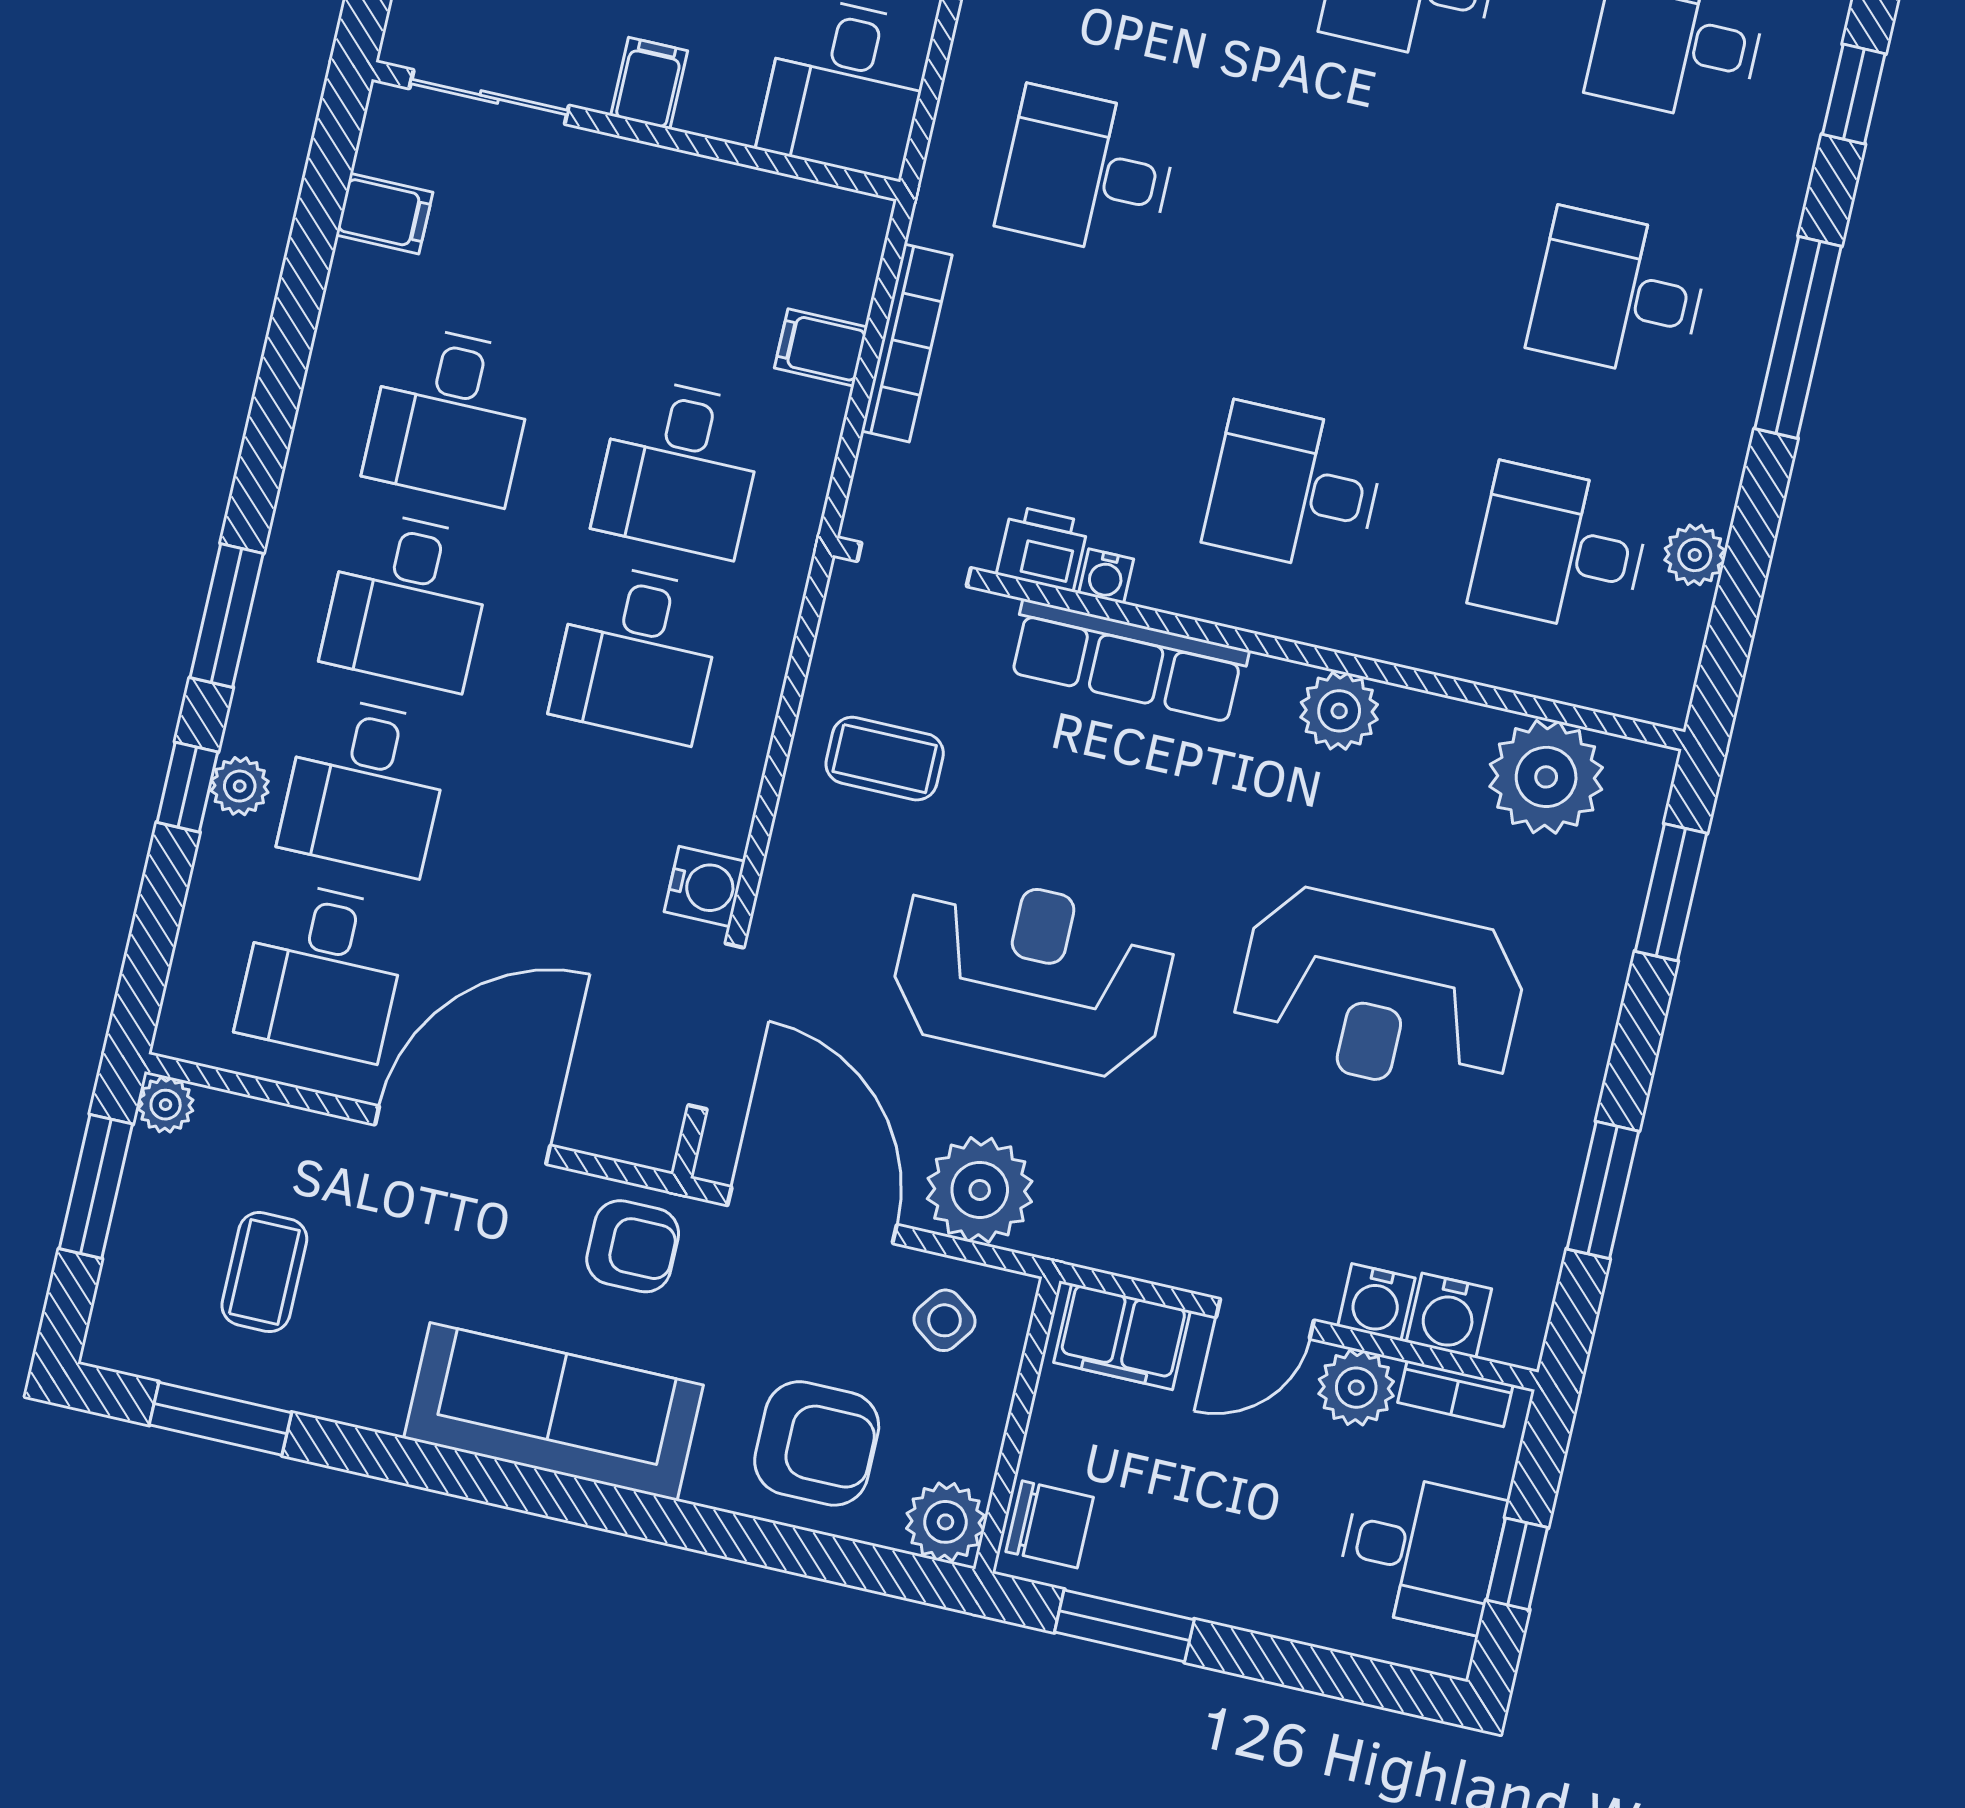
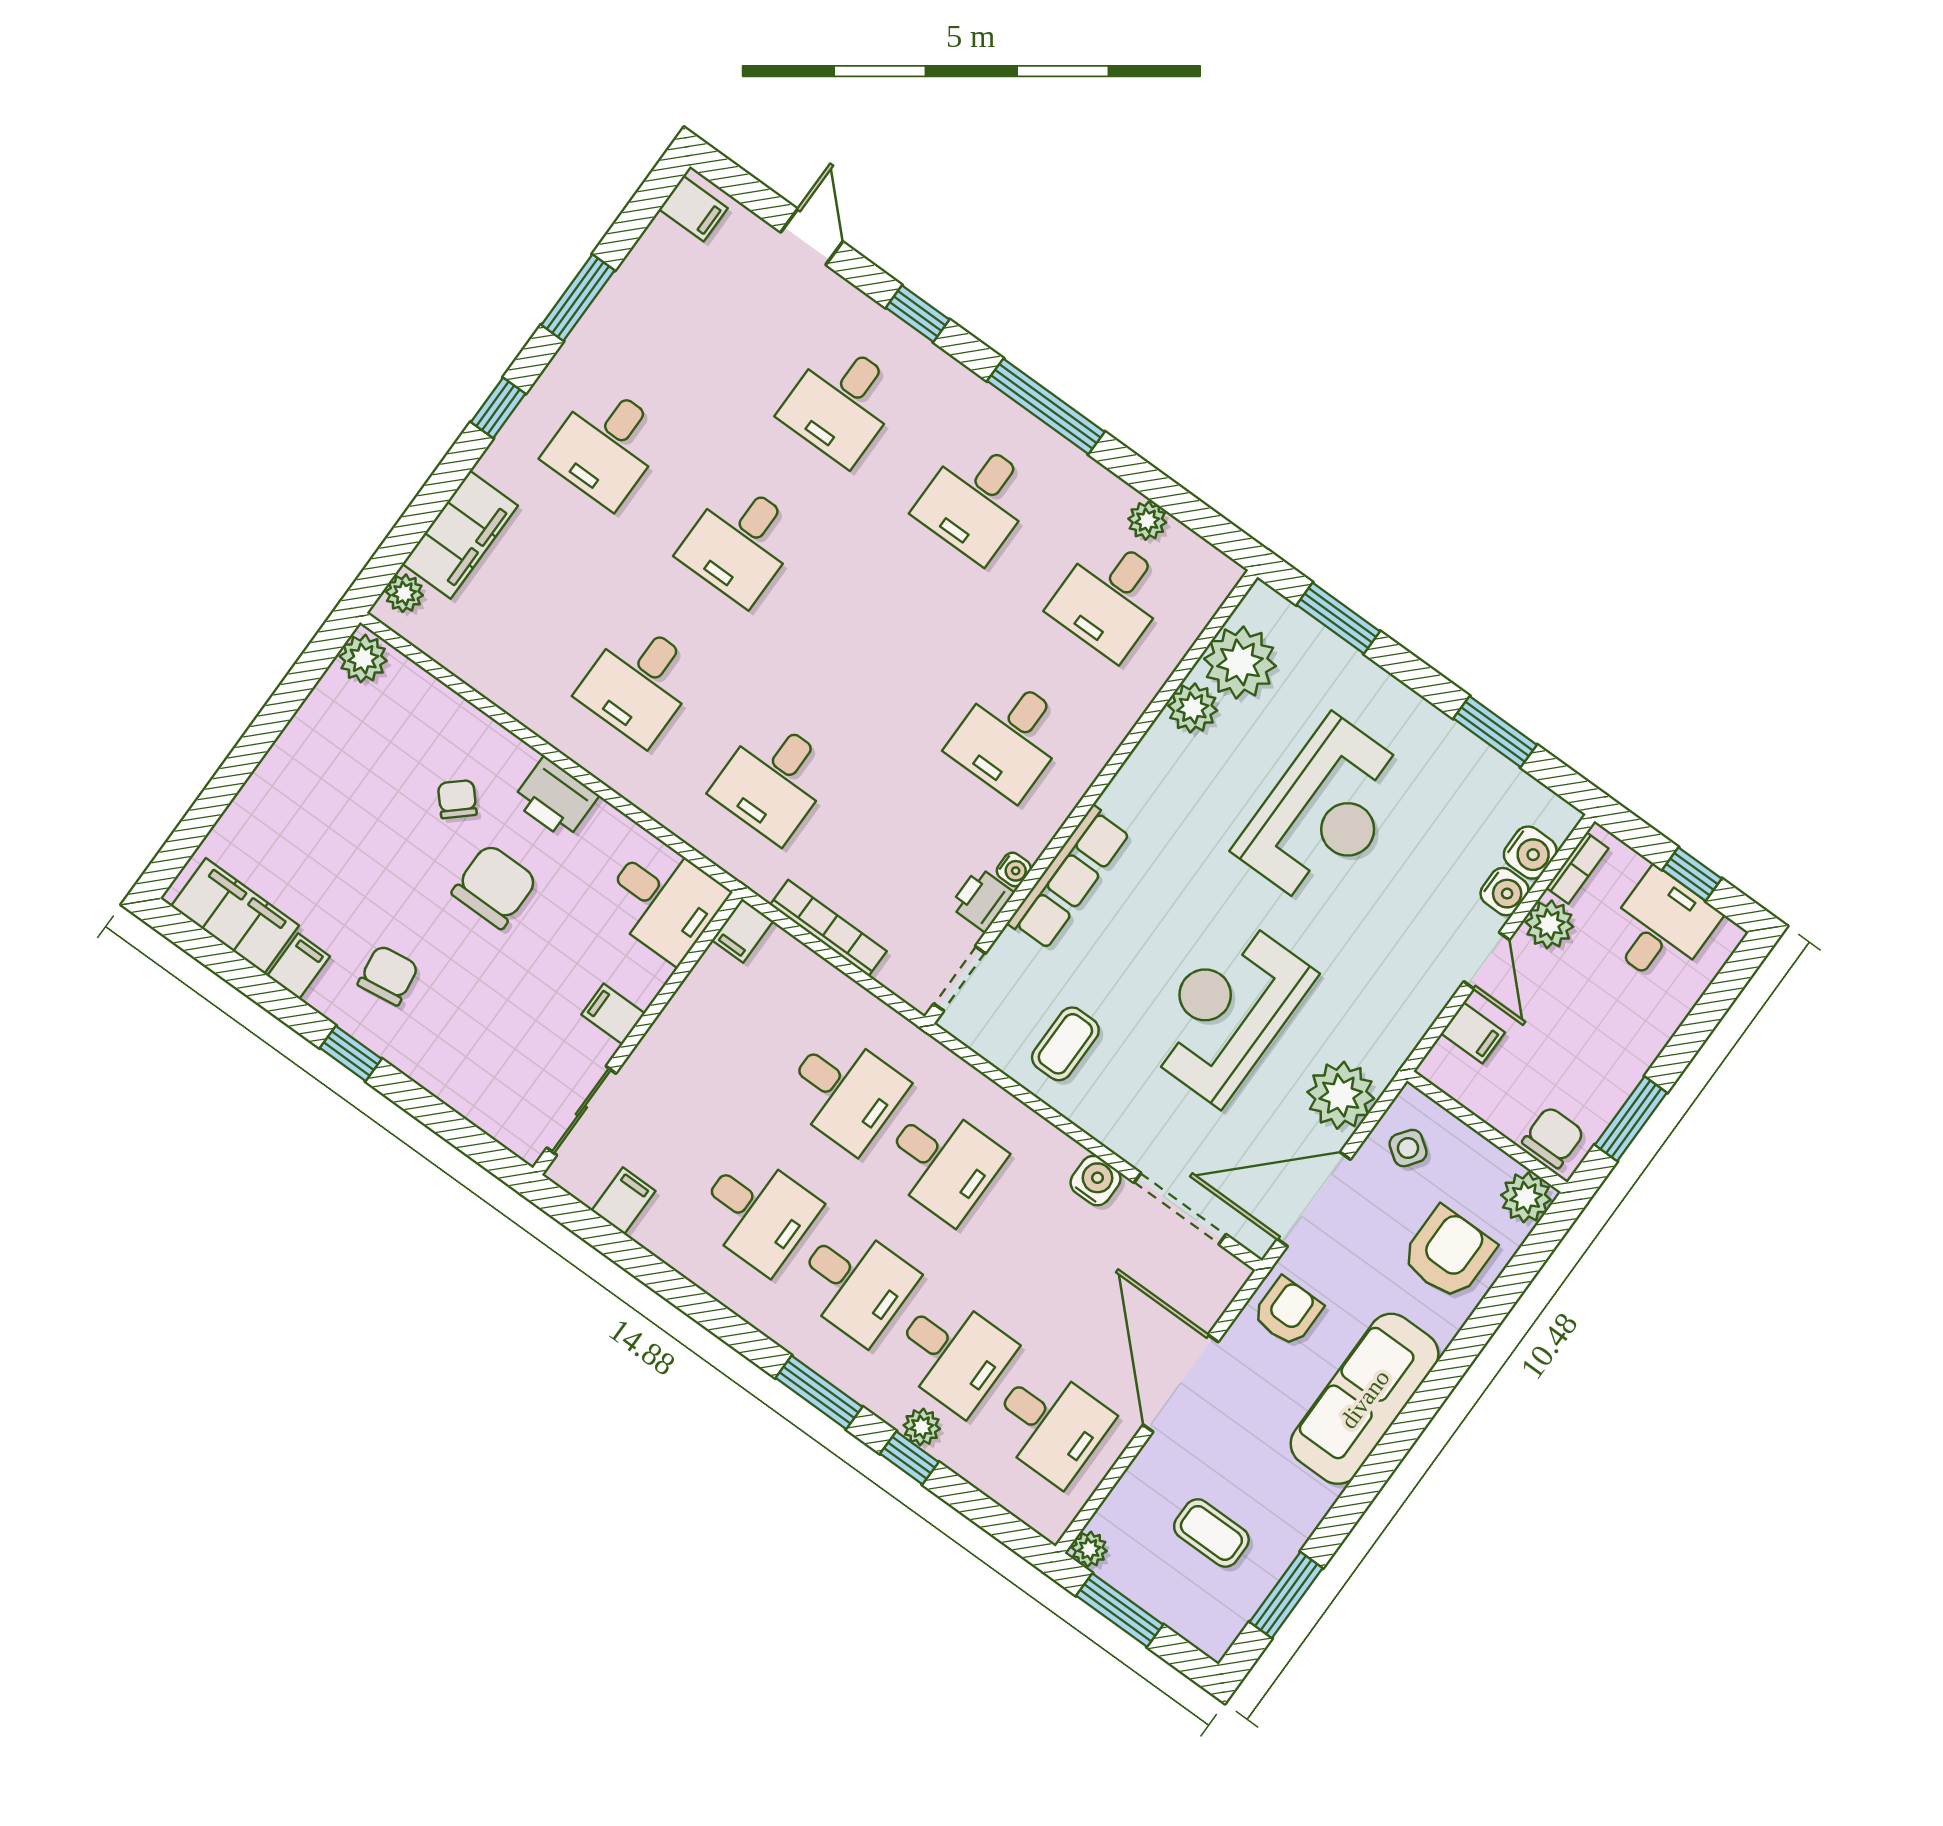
filing cabinet: (821, 347) -> (743, 931), moved
plant: (1339, 711) -> (1193, 708), moved
filing cabinet: (1122, 1337) -> (1473, 1033), width x0.50

